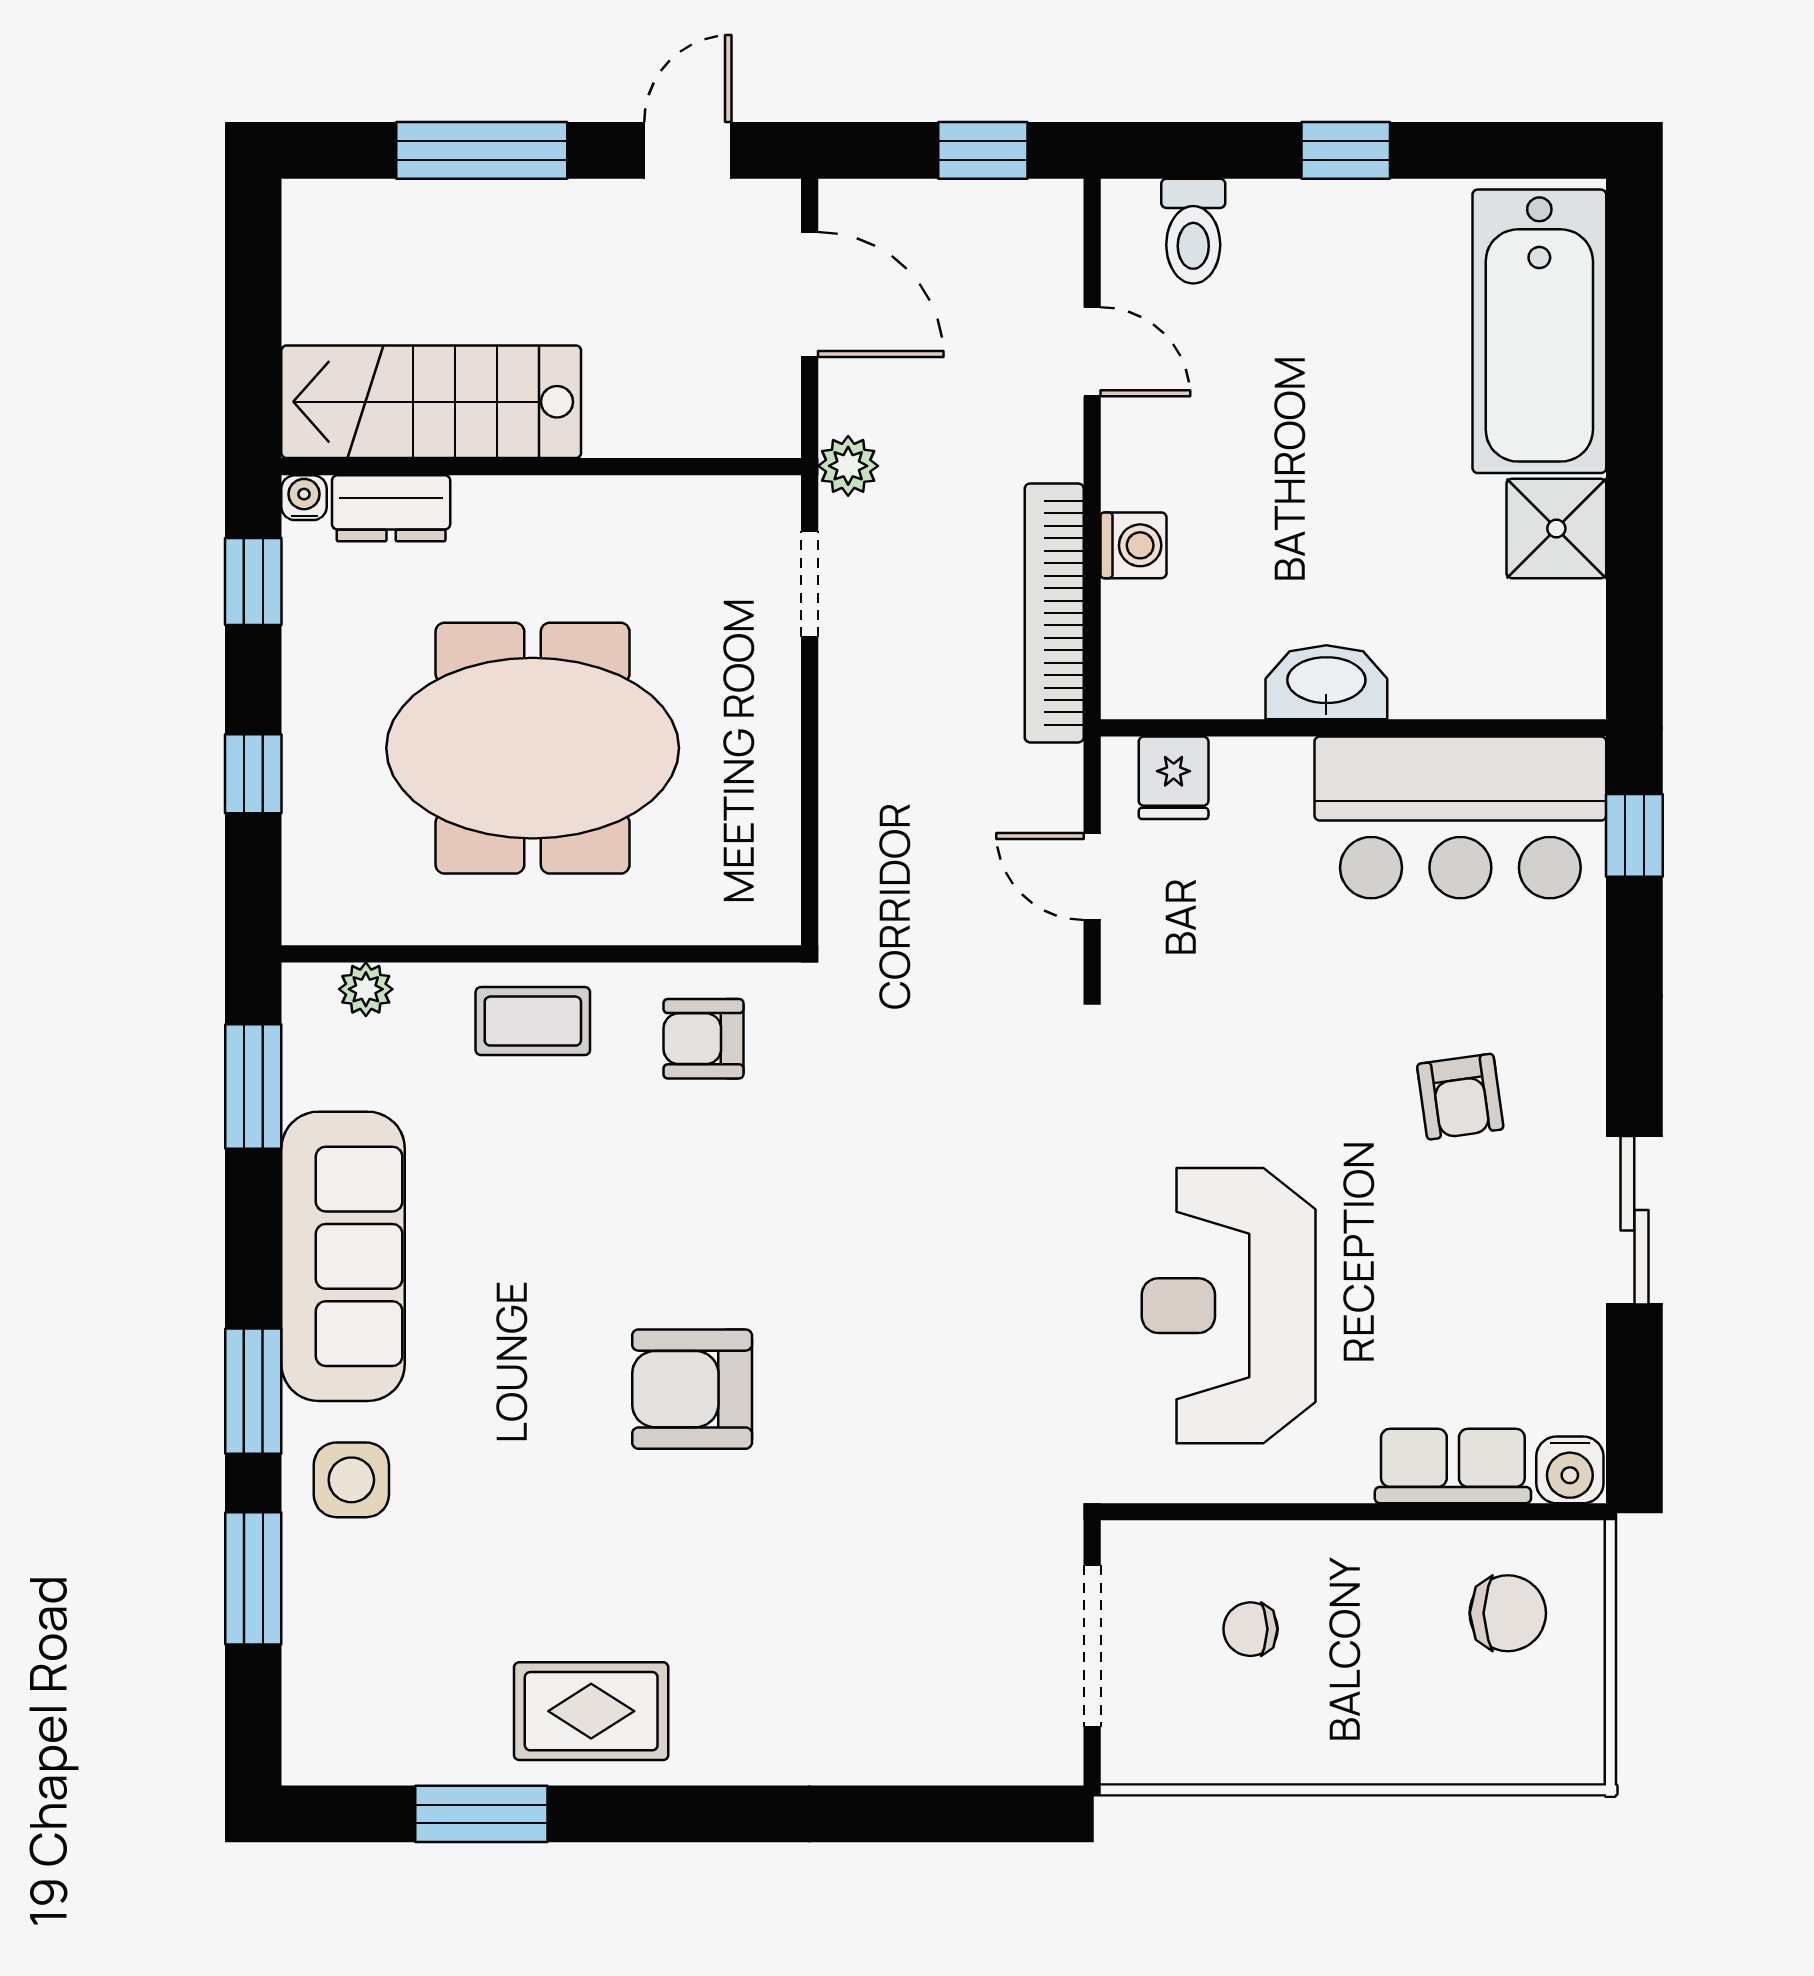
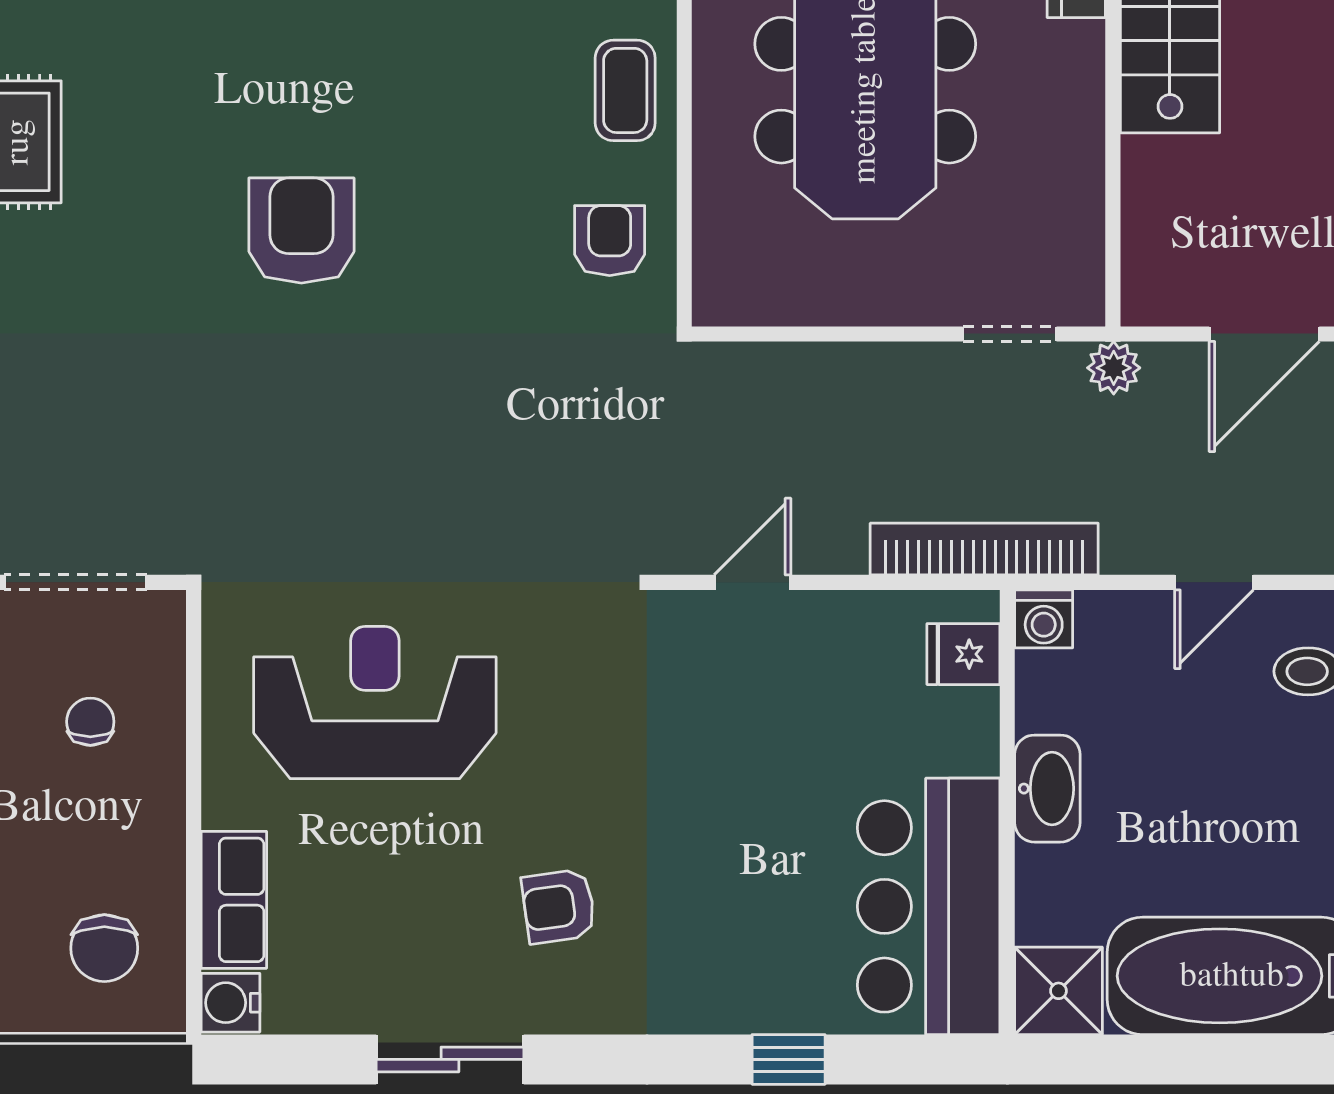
washbasin: (1326, 682) -> (1047, 789), moved
wall: (1353, 728) -> (1007, 812), moved
fridge: (1174, 778) -> (963, 654), moved
bar counter: (1460, 817) -> (929, 906), moved

